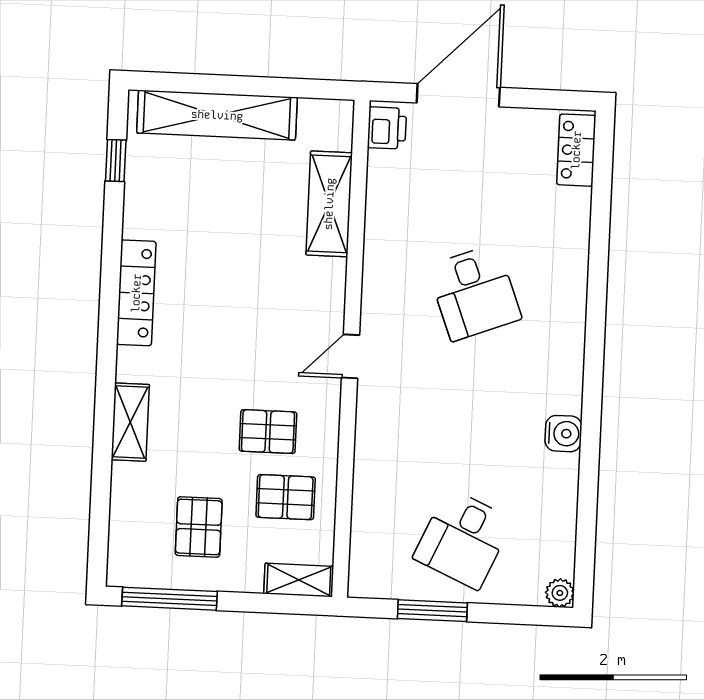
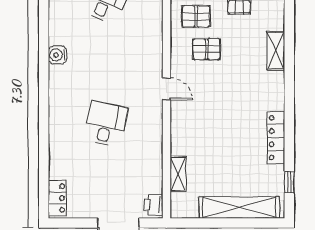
shelving: (329, 204) -> (178, 174), width x0.67, depth x0.75
locker: (136, 293) -> (276, 138), moved
desk: (474, 293) -> (106, 124), turned 33
door: (350, 356) -> (167, 89), hinge flipped

